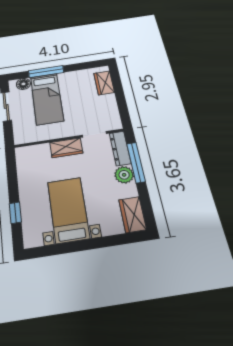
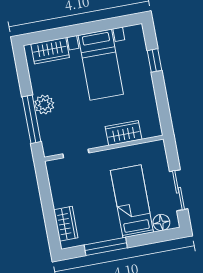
window: (46, 72) -> (106, 246), moved
wardrobe: (66, 148) -> (123, 133), moved
dresser: (120, 148) -> (48, 136), removed
wardrobe: (133, 215) -> (50, 51), moved, turned 90

